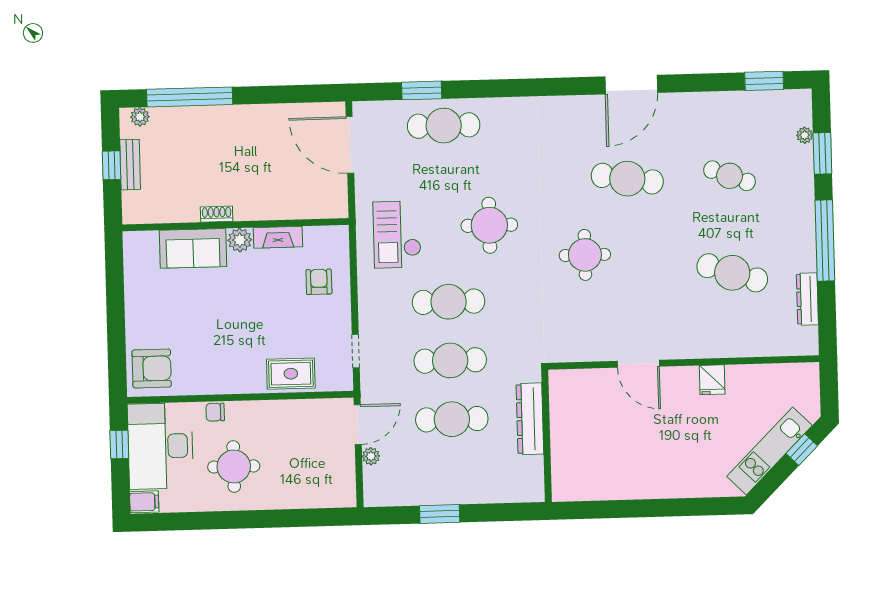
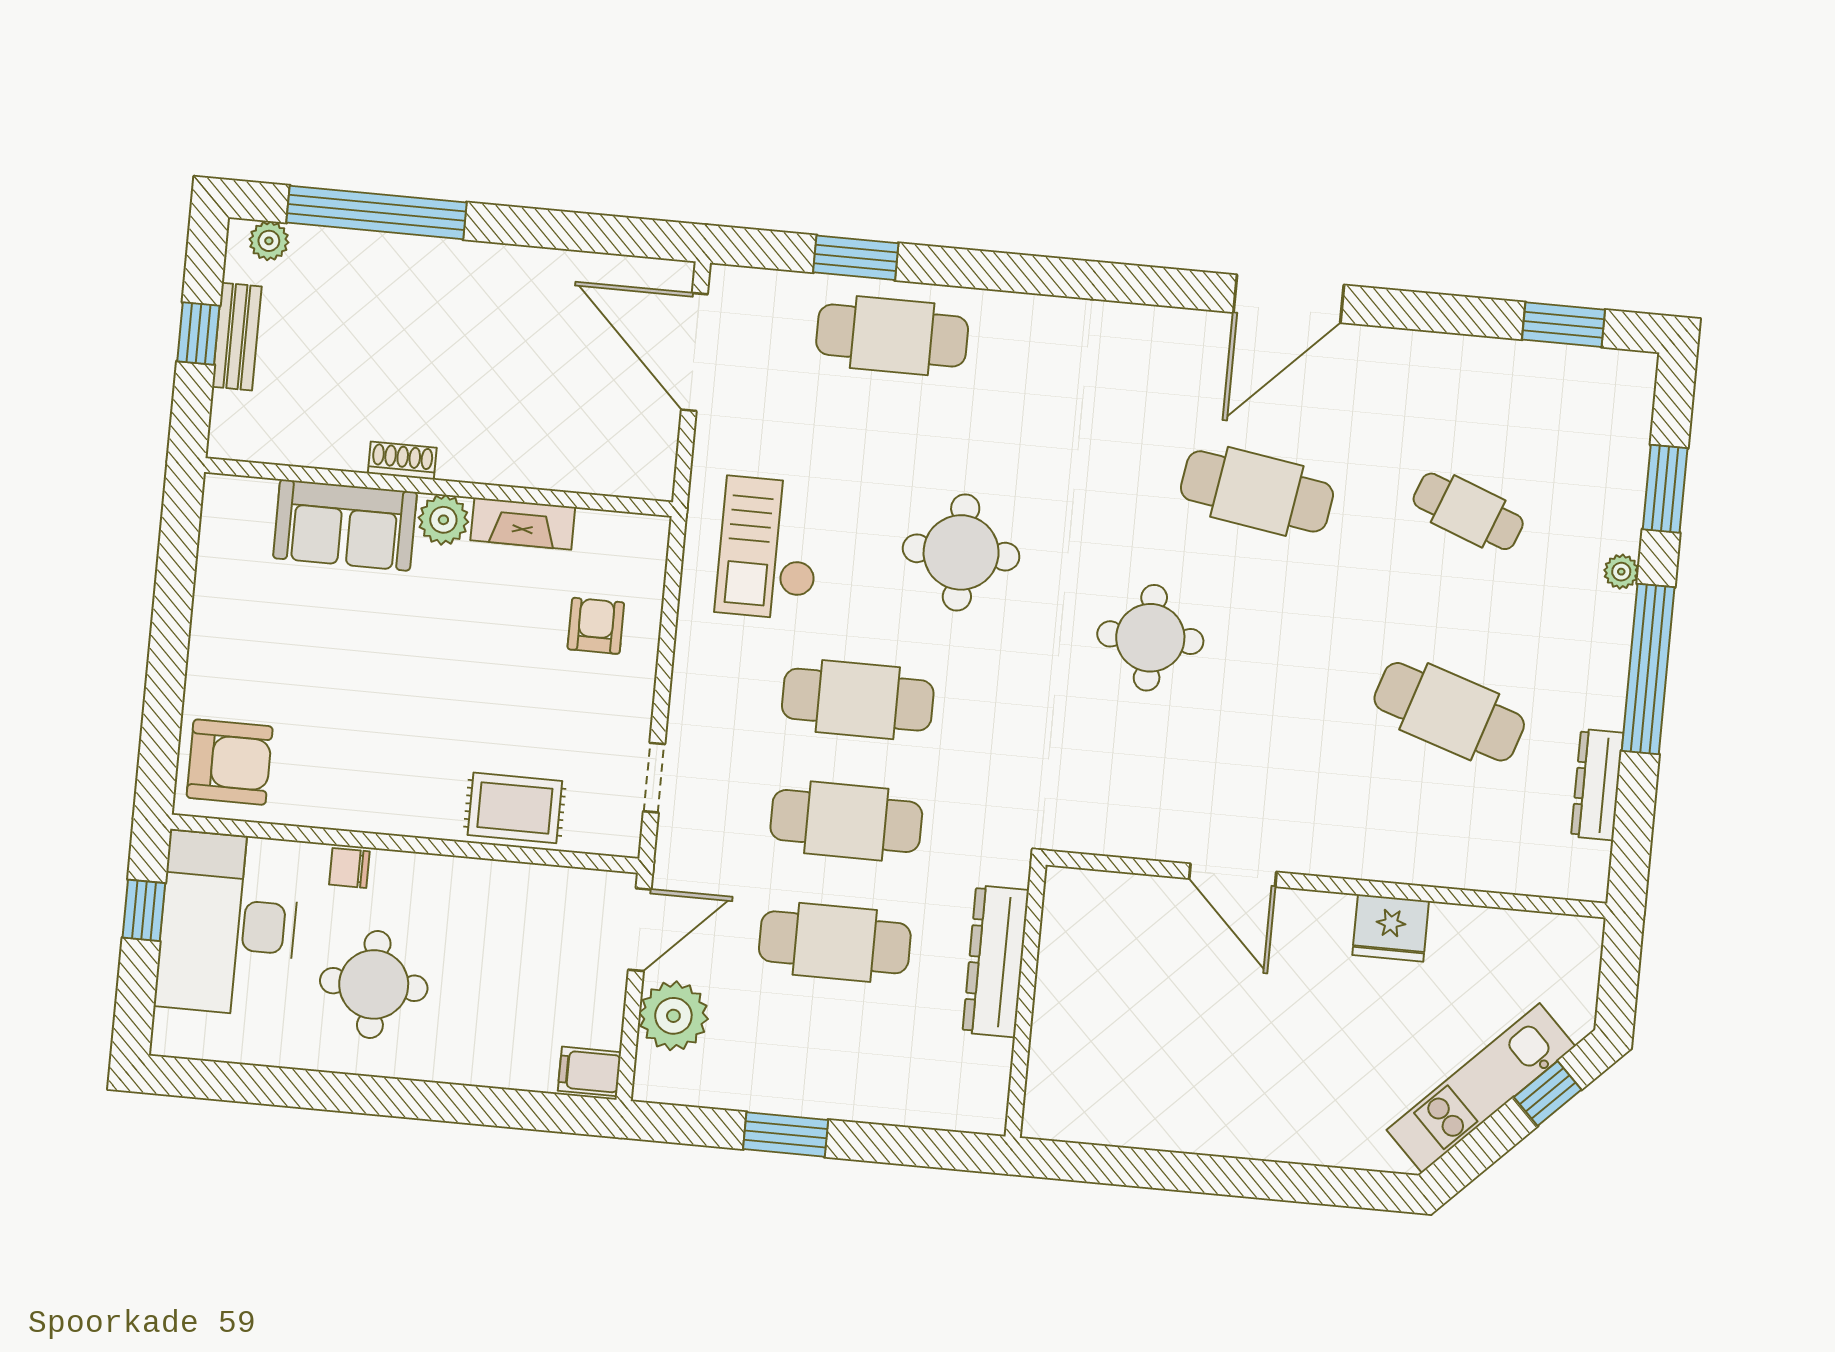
plant: (805, 135) -> (1621, 572), moved
fridge: (712, 380) -> (1391, 928), width x1.38
plant: (371, 456) -> (673, 1016), width x1.88, depth x1.88
filing cabinet: (144, 502) -> (589, 1071), moved, turned 180

